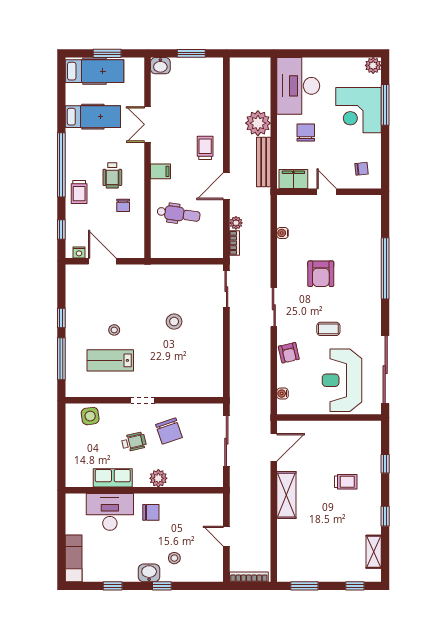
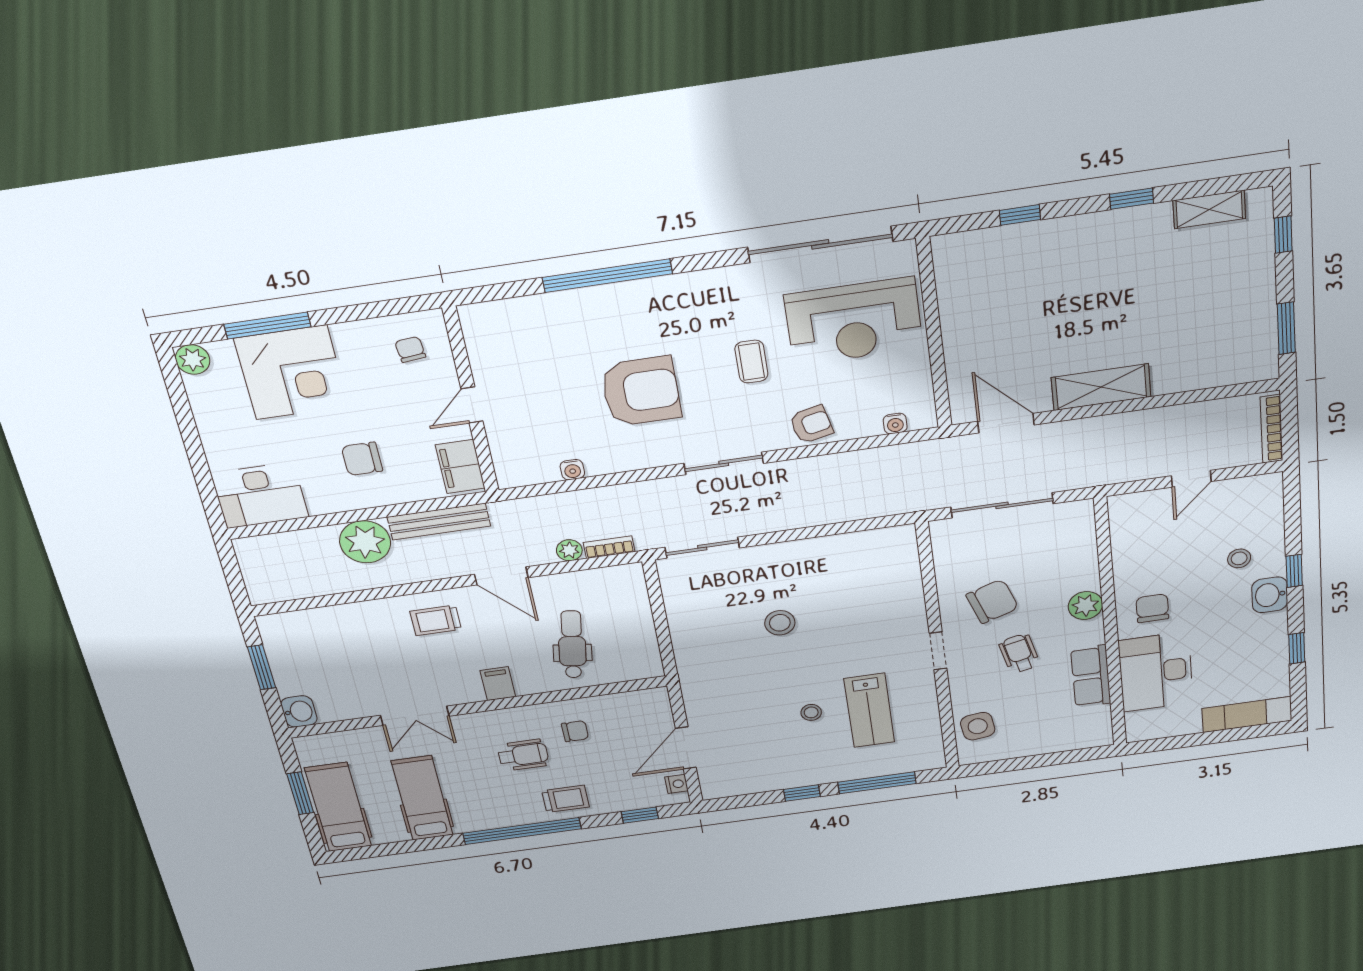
desk: (298, 86) -> (260, 495), width x0.73, depth x0.77
armchair: (321, 274) -> (641, 391), width x1.36, depth x1.36
trolley: (346, 482) -> (1065, 284), removed

